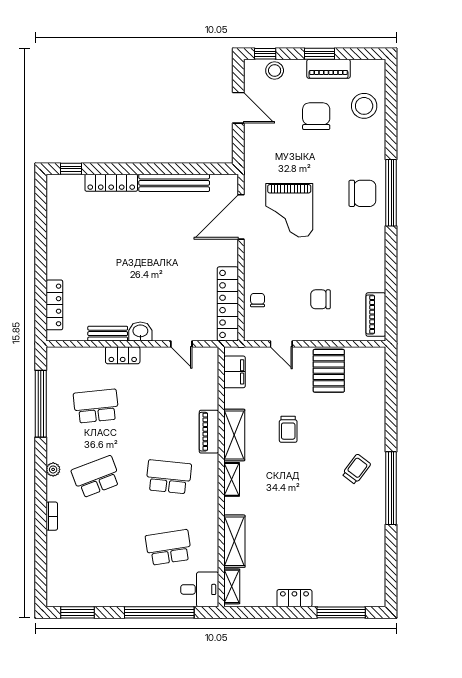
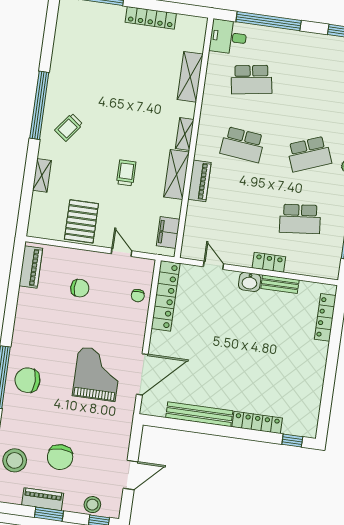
door: (238, 108) -> (131, 475), swing flipped
shelving: (232, 586) -> (42, 175), moved
locker: (294, 598) -> (151, 18), width x1.53

